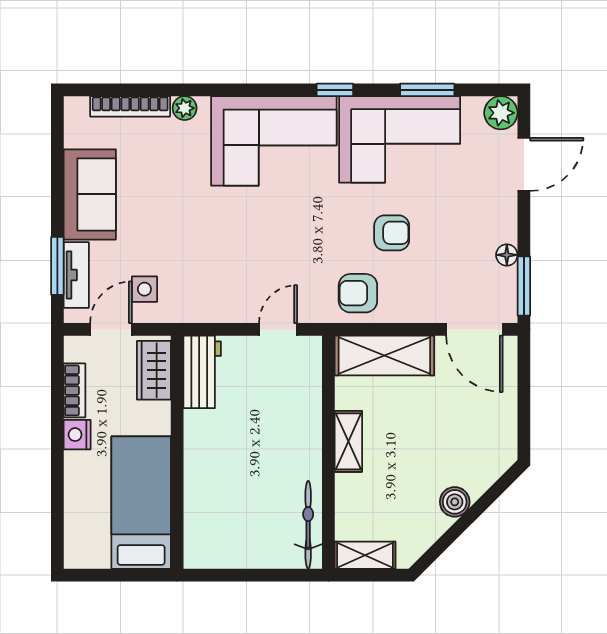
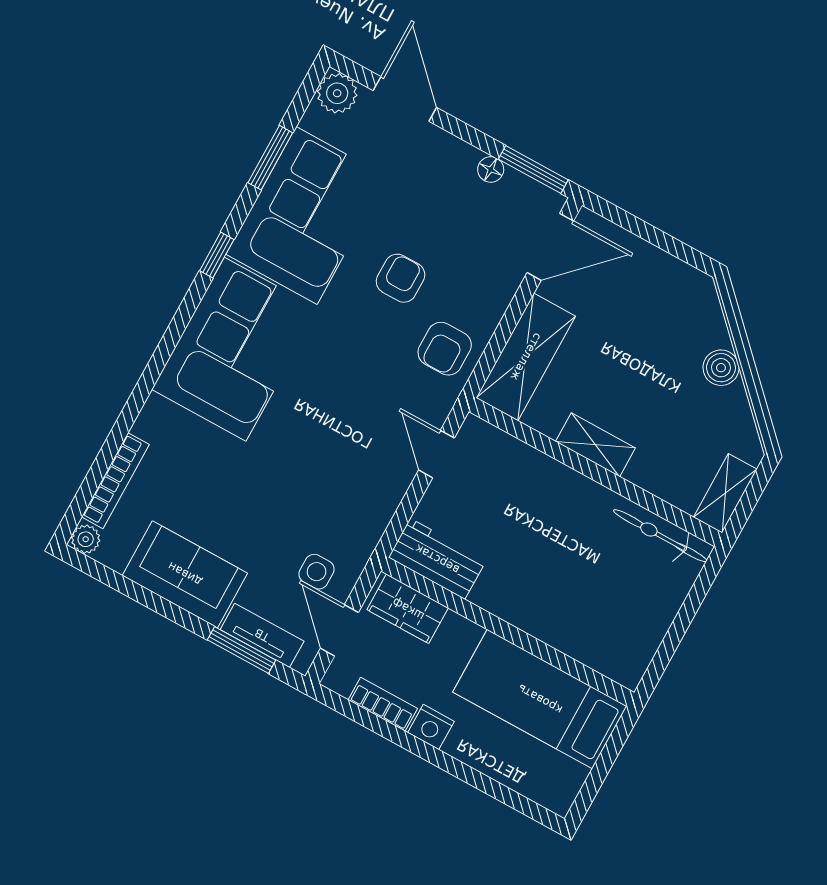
plant: (185, 108) -> (86, 539), moved

